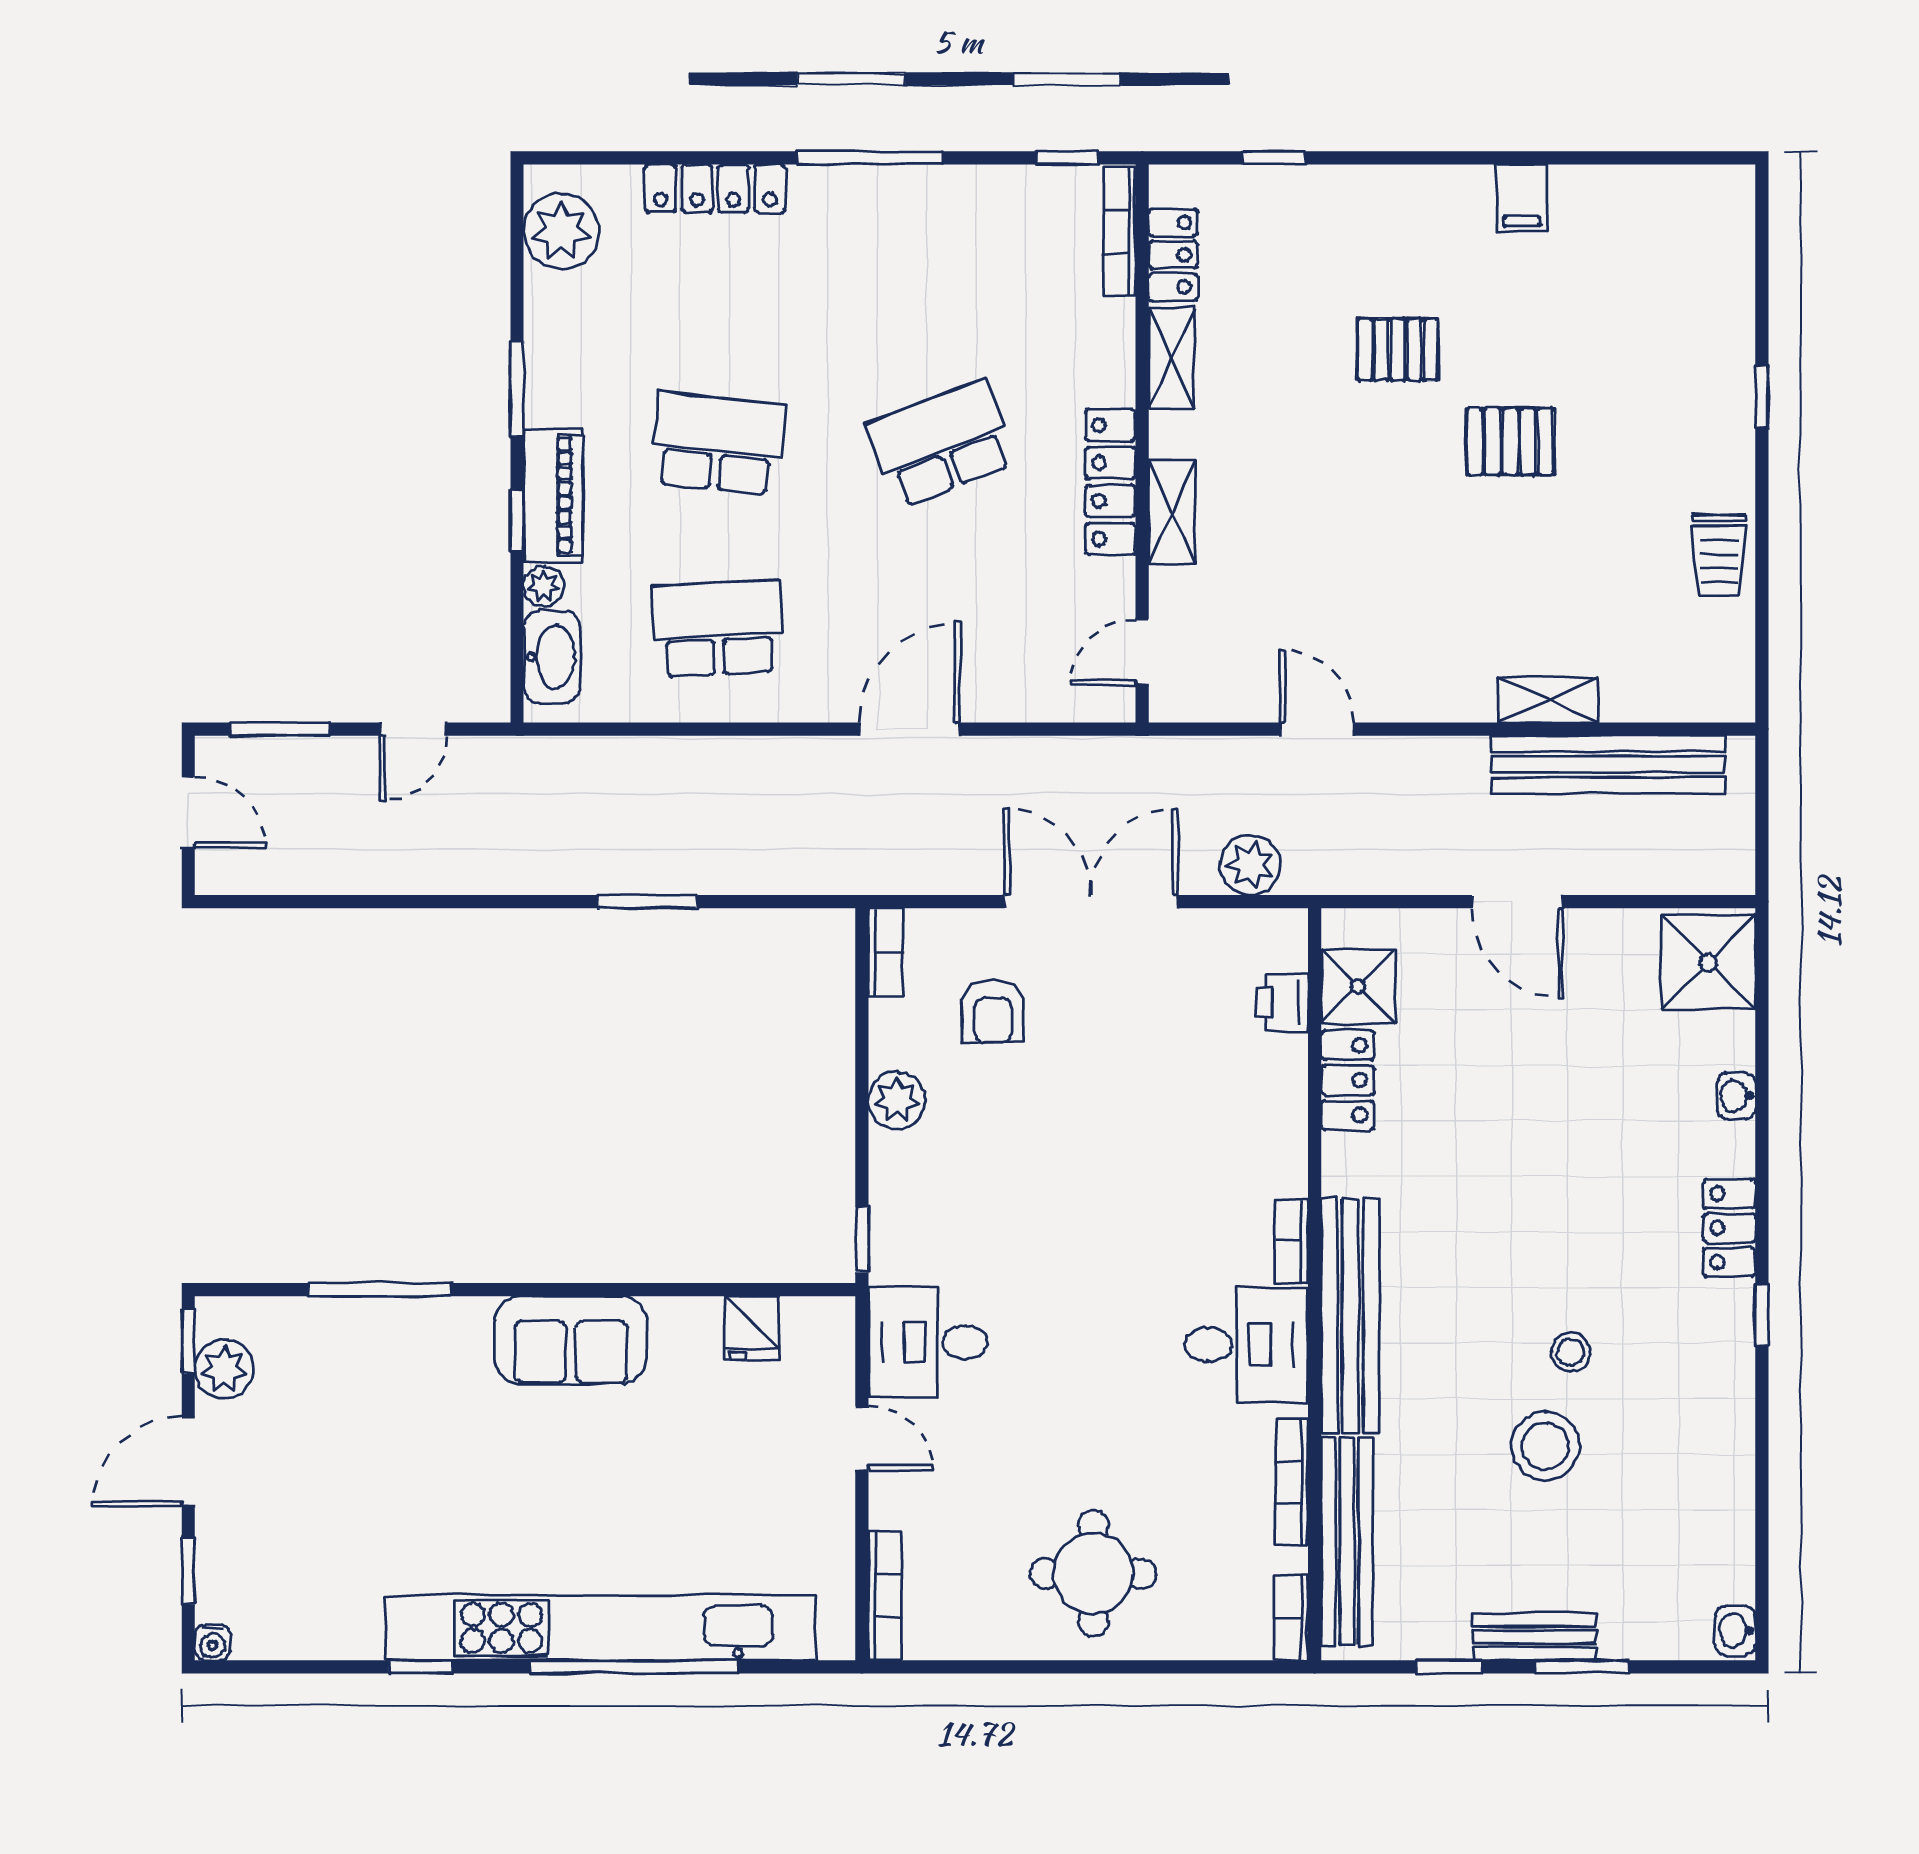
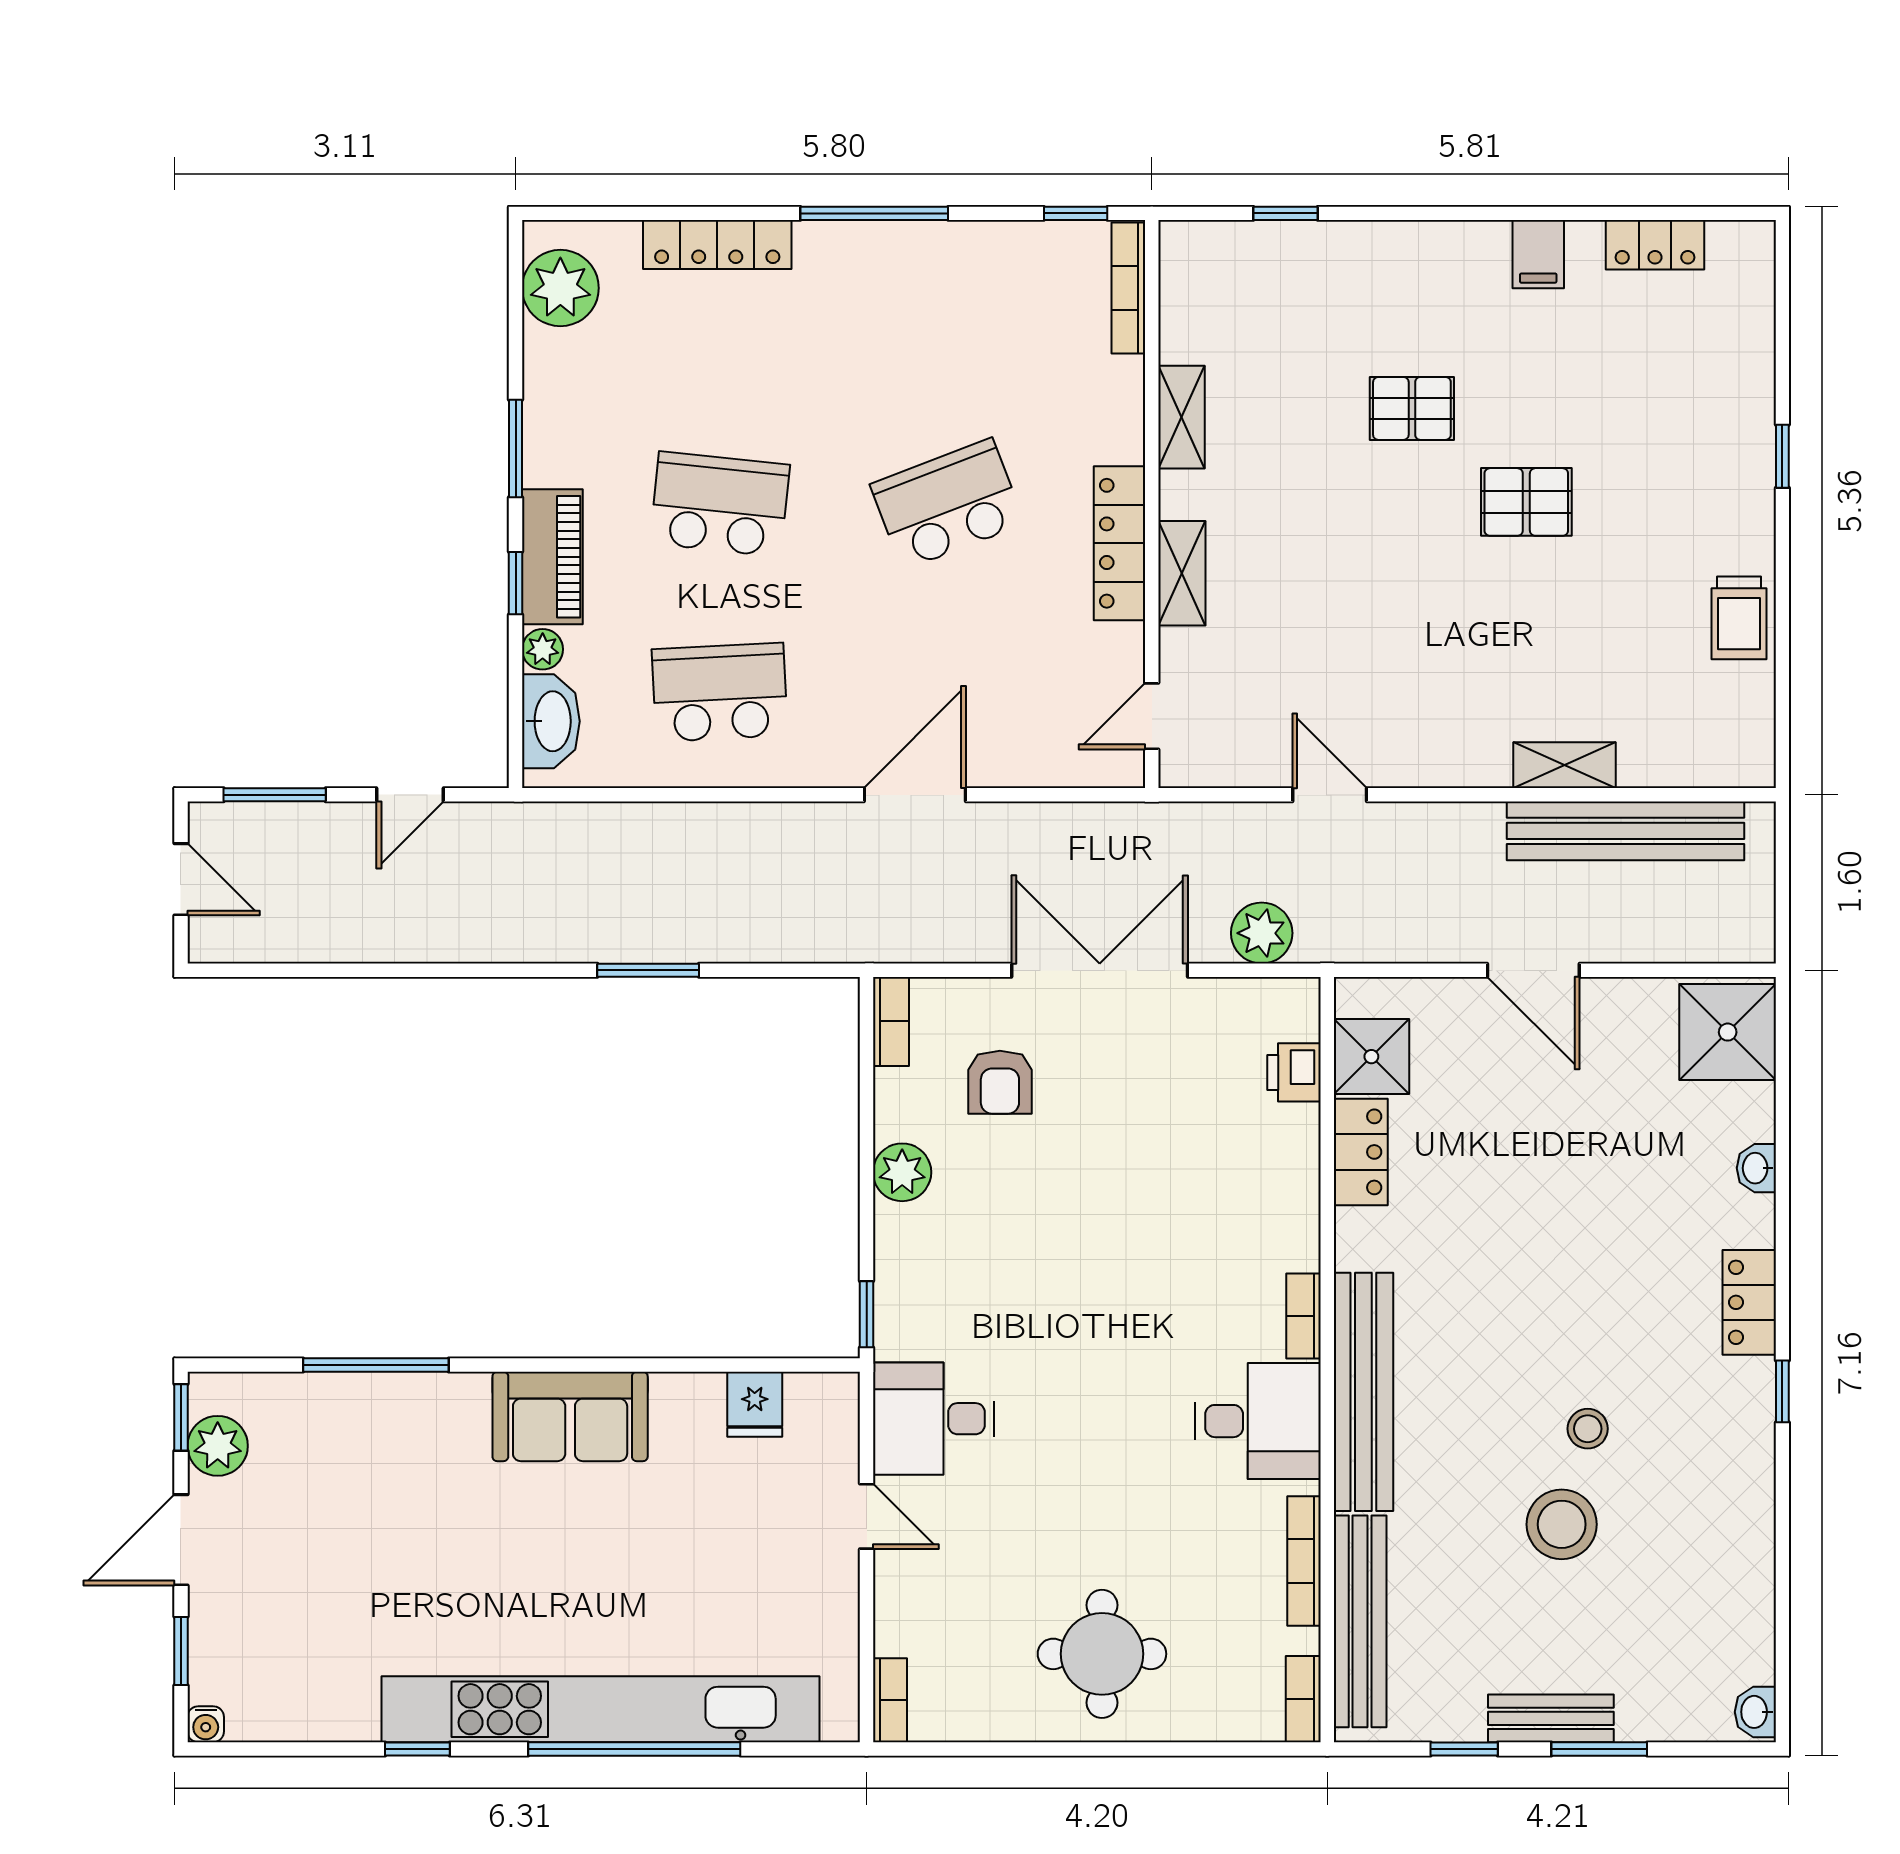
locker: (1173, 255) -> (1655, 245), moved, turned 90
bookcase: (885, 1596) -> (890, 1700), width x0.64

